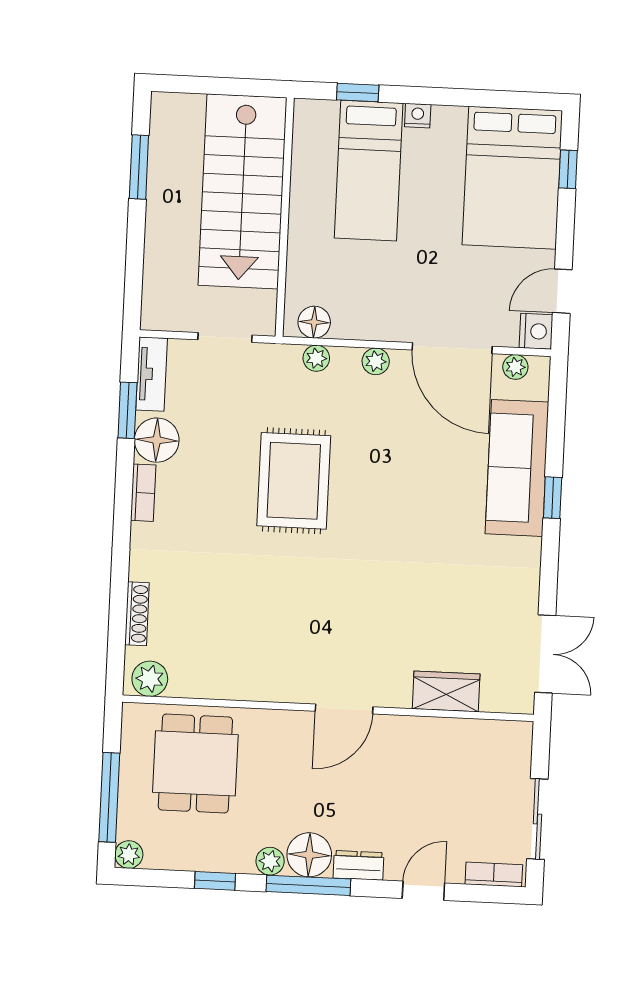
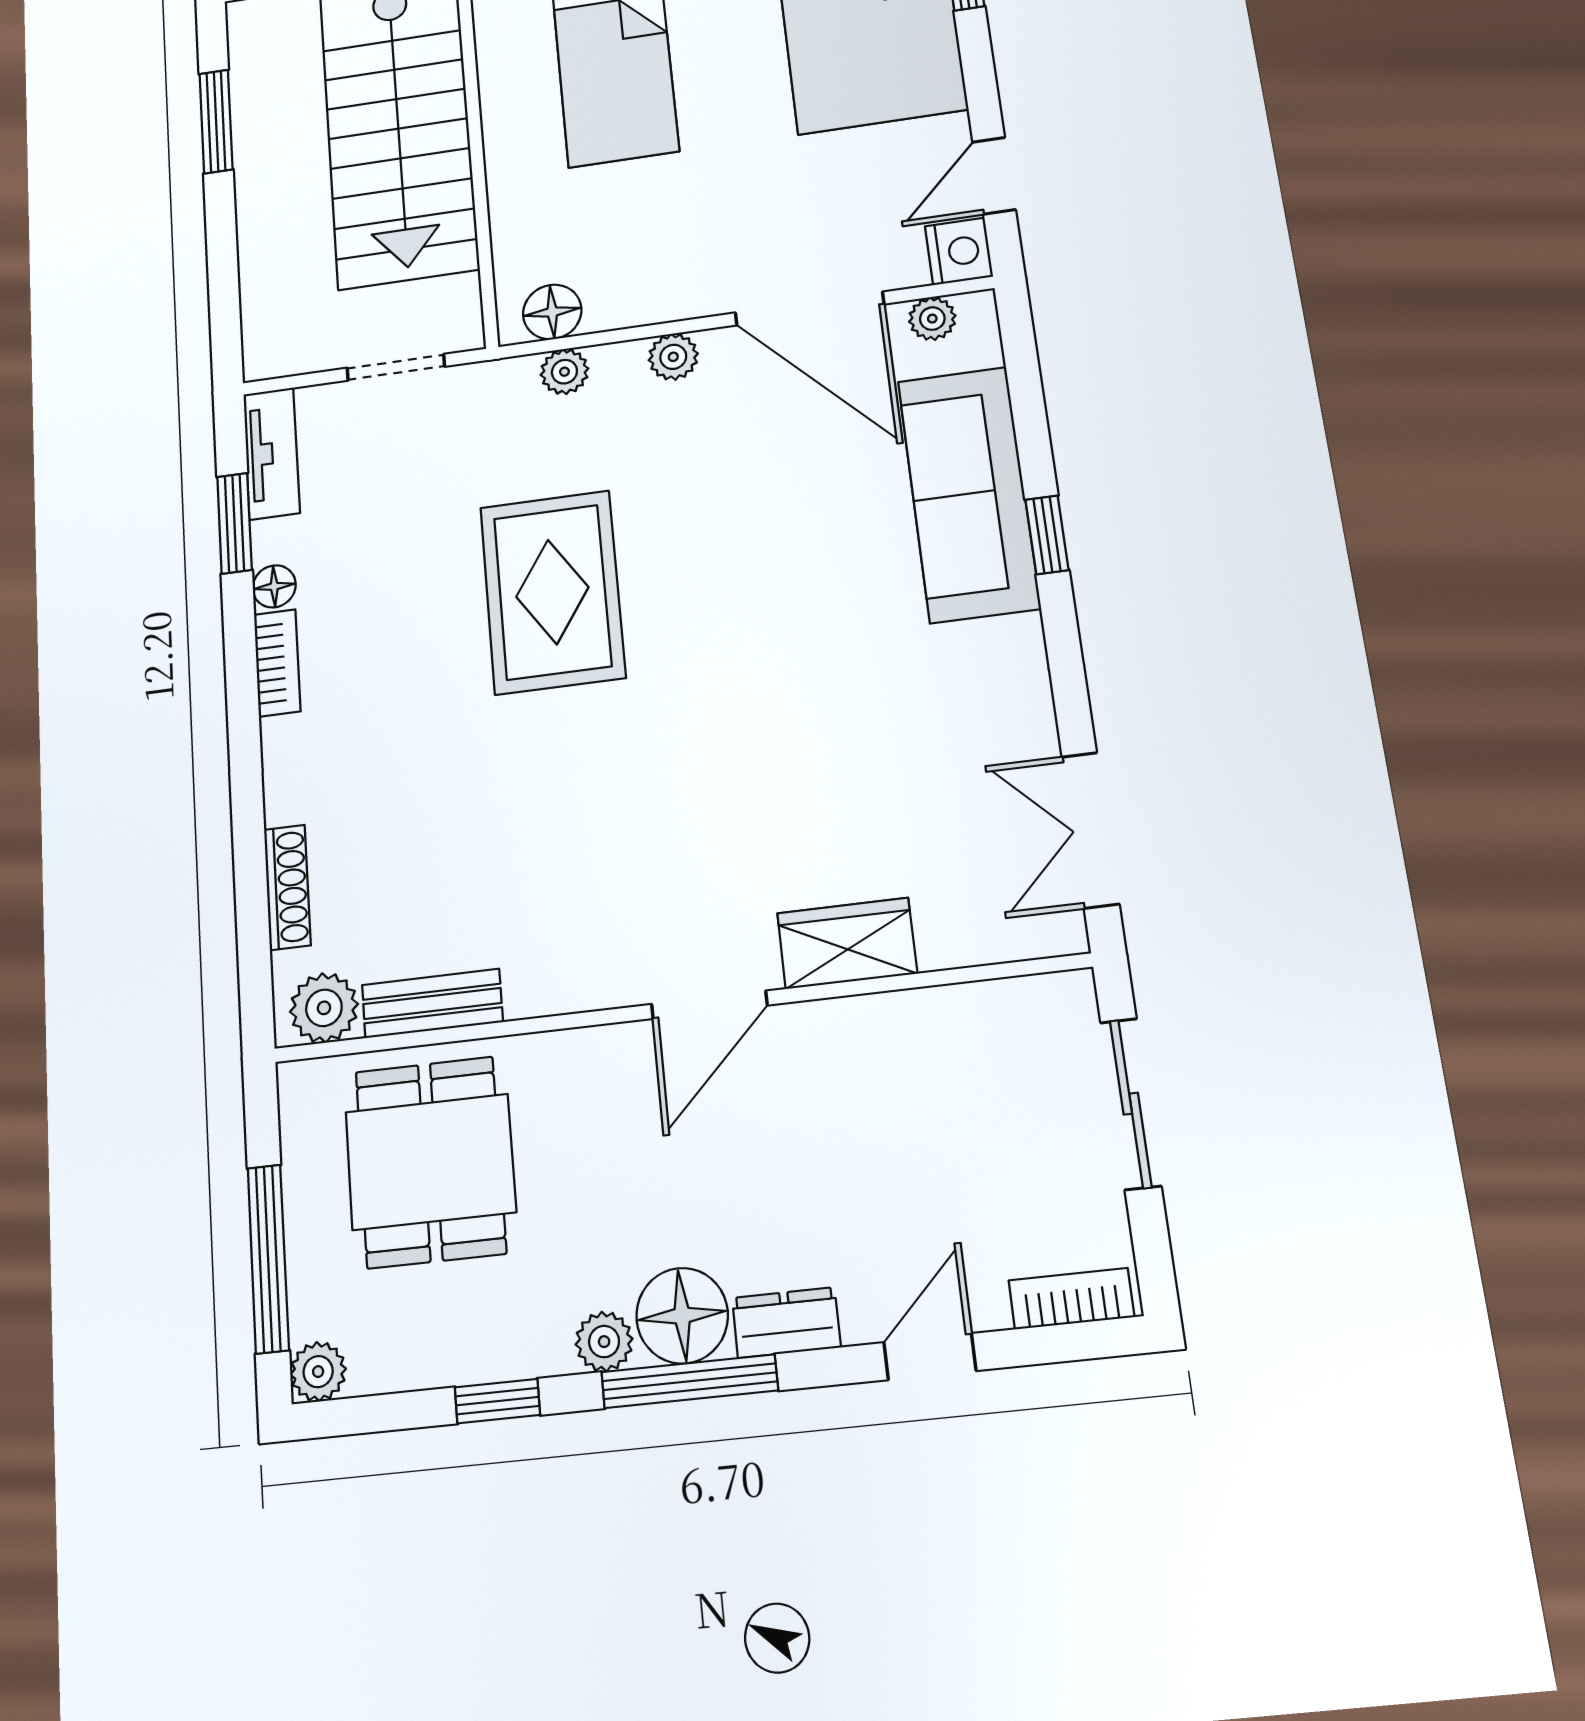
floor lamp: (157, 440) -> (274, 586), width x0.53, depth x0.53
double door: (545, 654) -> (1090, 830), swing flipped
bench: (205, 686) -> (432, 1003), added
wardrobe: (446, 691) -> (847, 943), moved
sliding door: (537, 819) -> (1131, 1104), moved

